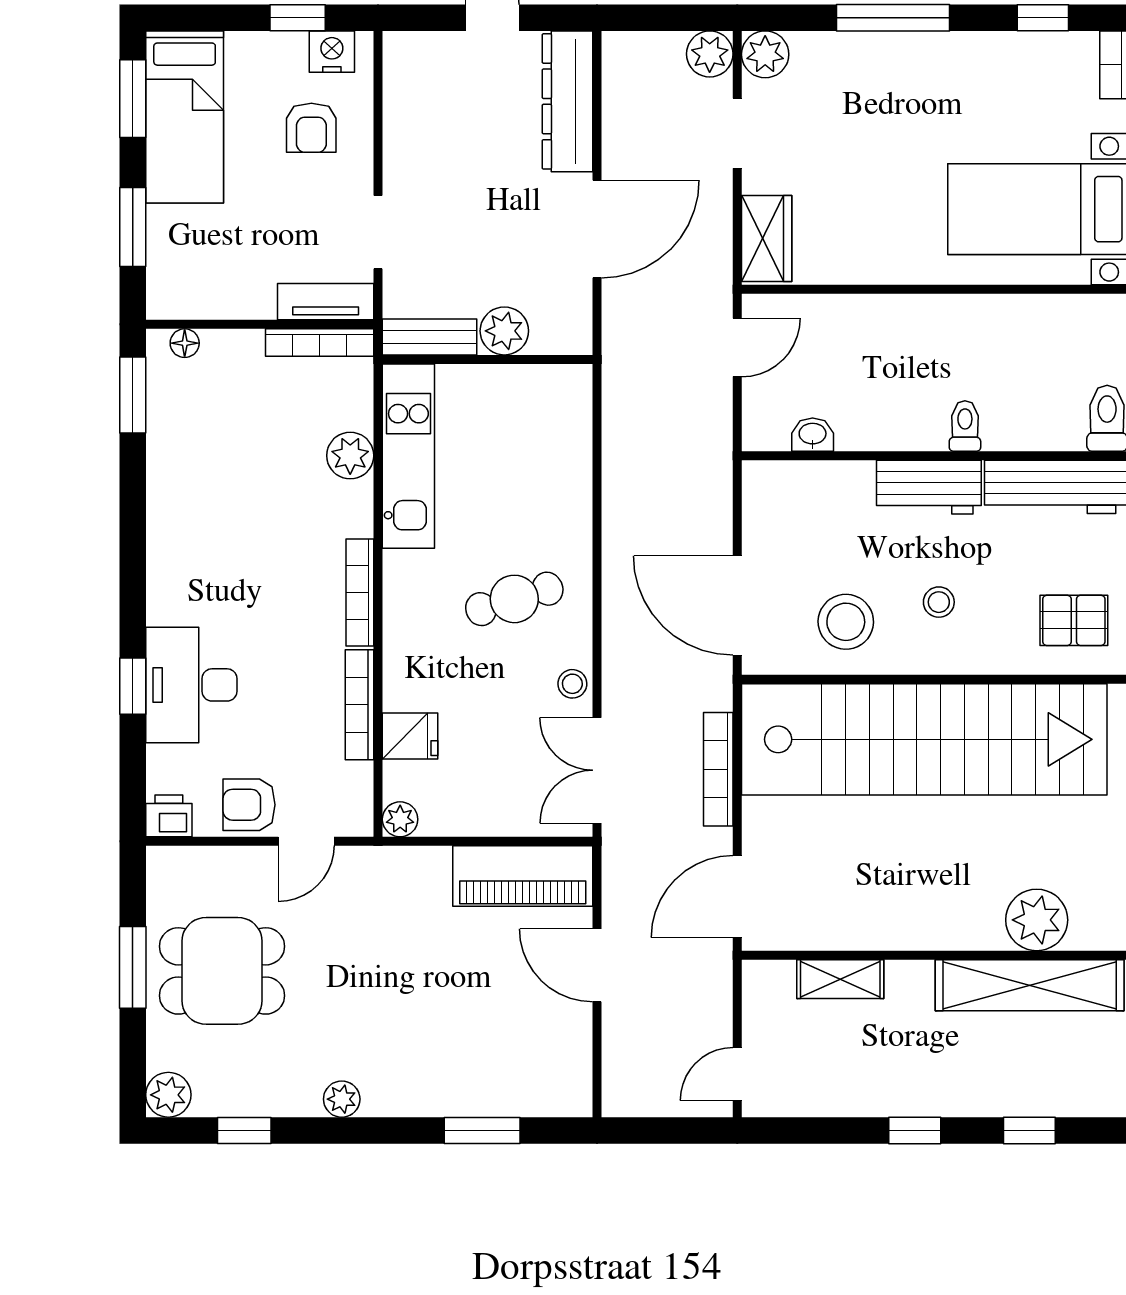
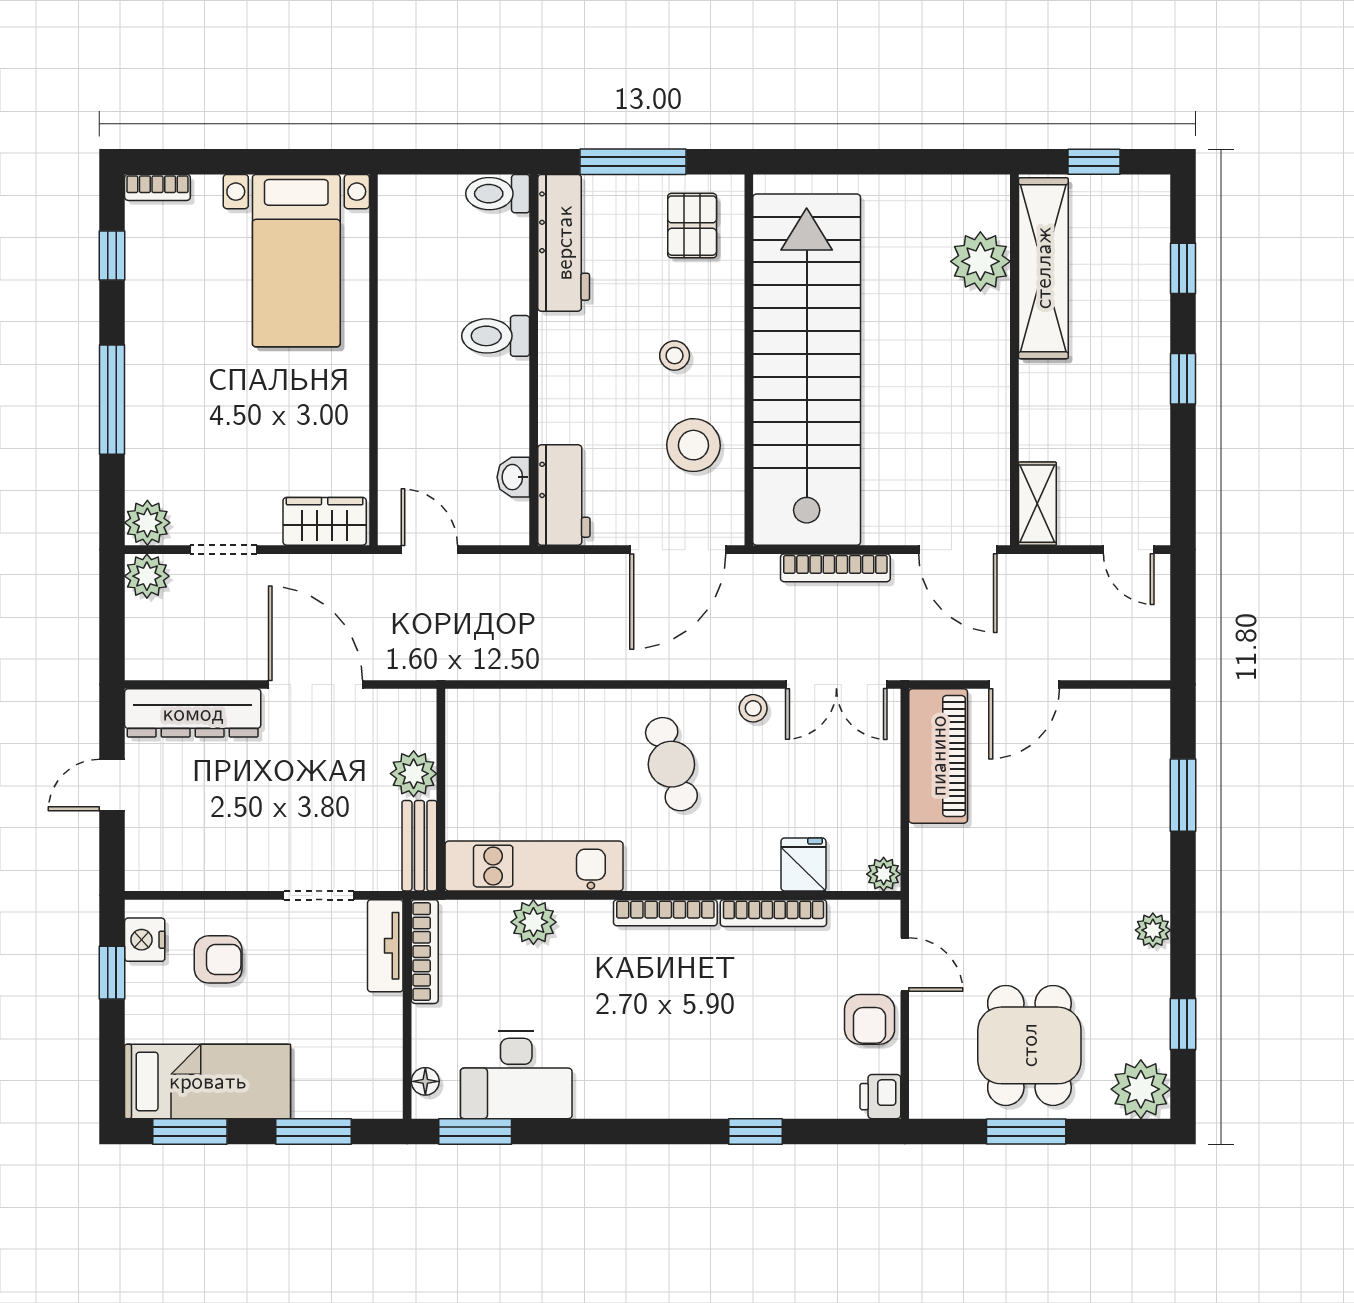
toilet: (965, 426) -> (496, 336), width x1.37, depth x1.39
workbench: (929, 487) -> (564, 495), moved
desk: (191, 685) -> (516, 1075), moved
shelving: (840, 979) -> (1037, 504), moved
plant: (168, 1095) -> (1141, 1089), width x1.36, depth x1.36

